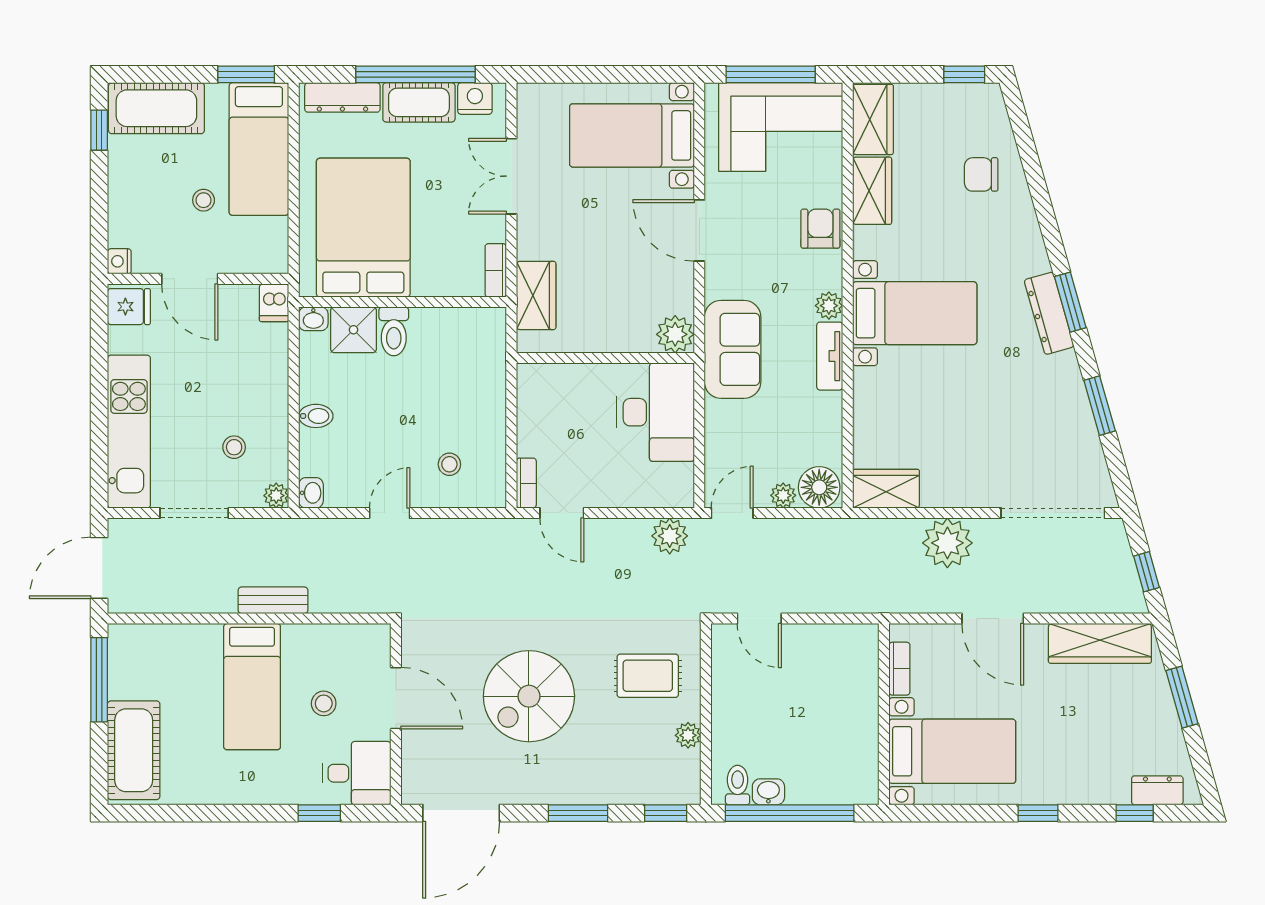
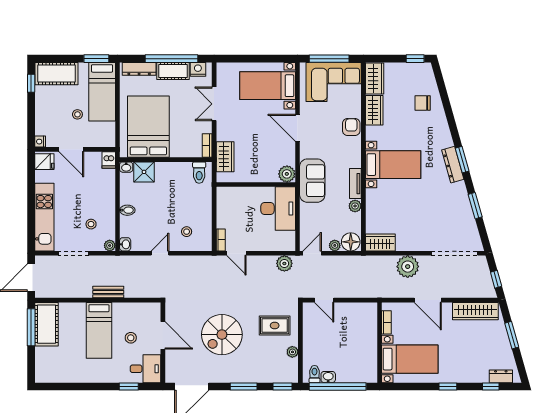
plant: (829, 306) -> (355, 206), moved
toilet: (394, 331) -> (199, 173), moved
cot: (134, 750) -> (46, 324), moved

